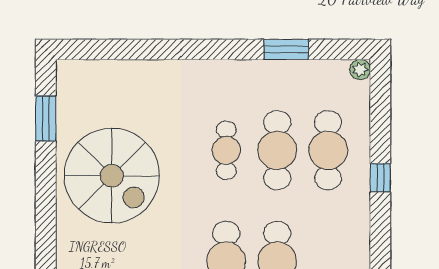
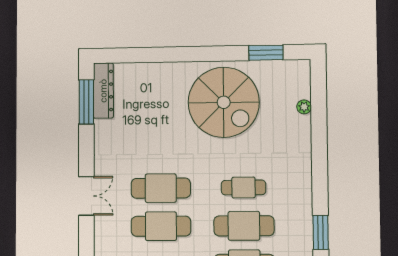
plant: (120, 69) -> (304, 107), added
spiral stairs: (112, 176) -> (224, 102), turned -90

